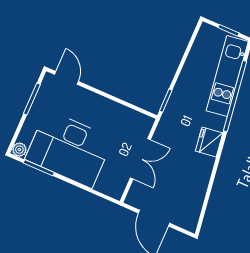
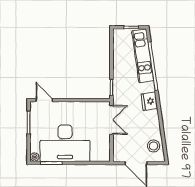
double door: (140, 159) -> (112, 120), moved
stool: (188, 205) -> (154, 146), added

